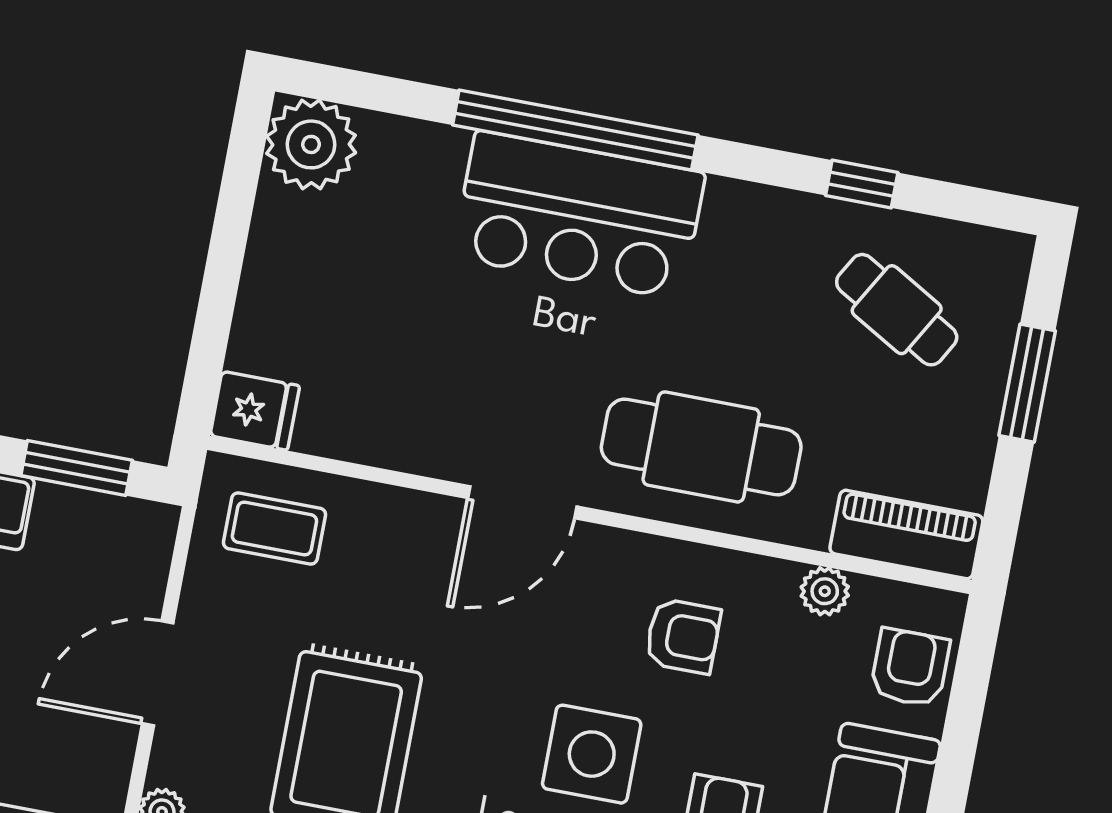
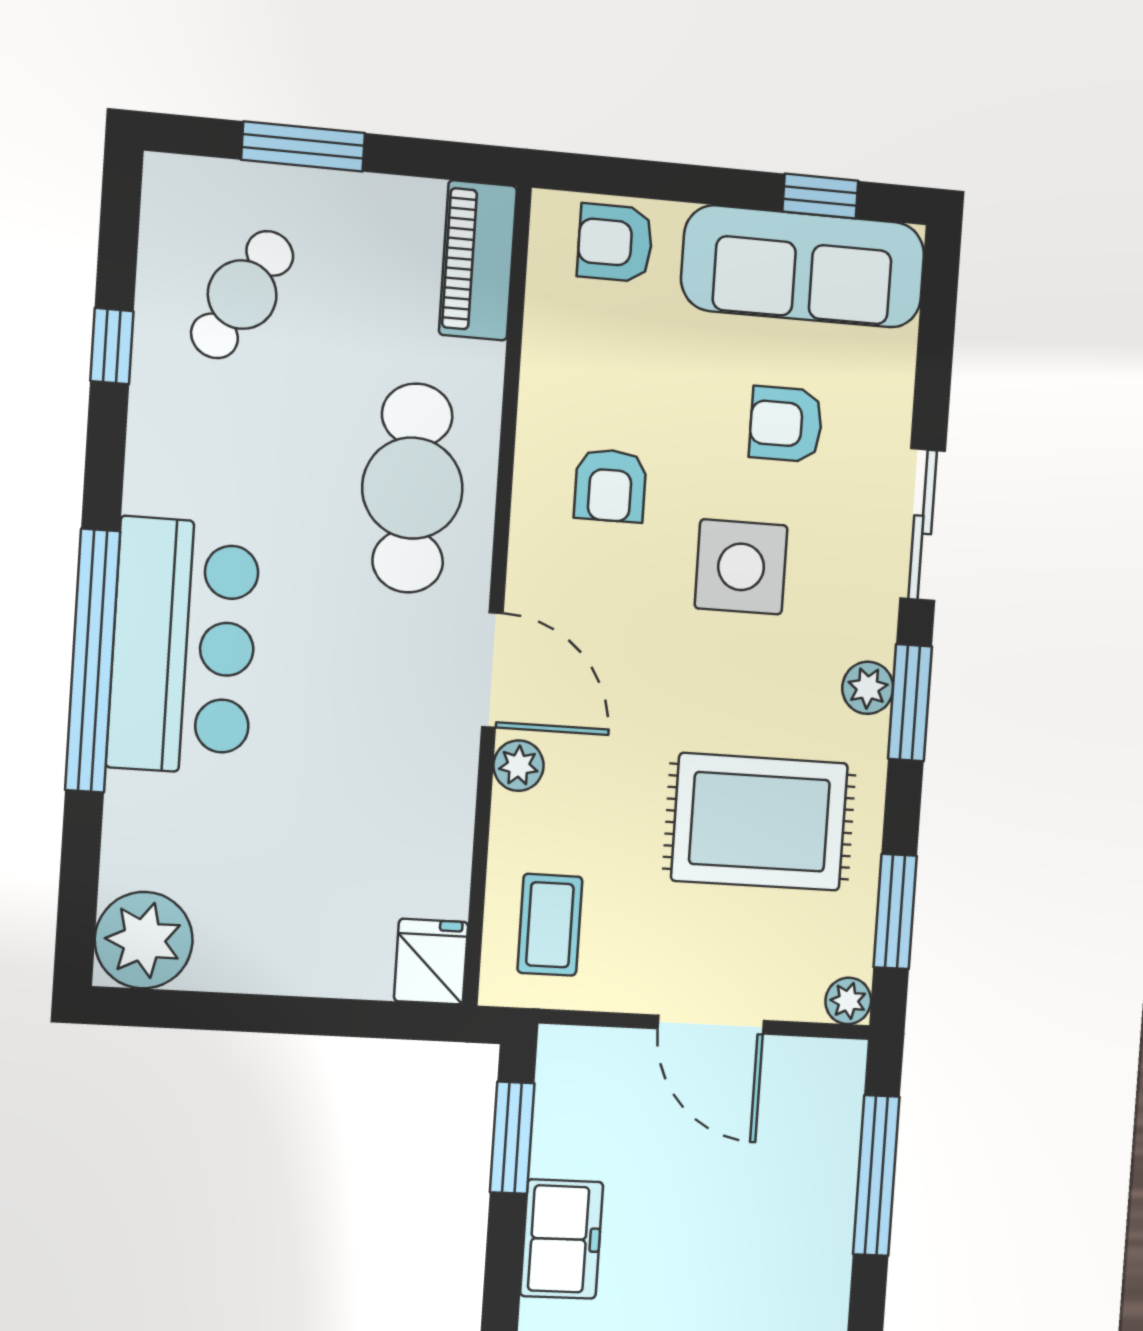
plant: (825, 591) -> (519, 766), moved
armchair: (683, 636) -> (610, 485), turned 180

